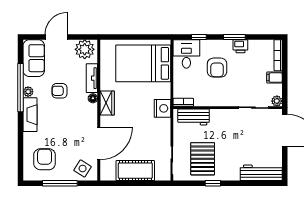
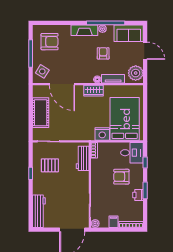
nightstand: (162, 108) -> (102, 134), moved
pallet: (203, 159) -> (50, 165), width x0.67, depth x0.71

